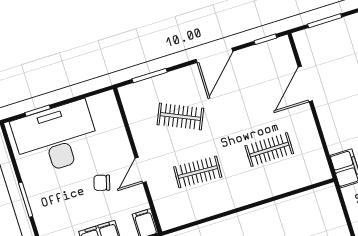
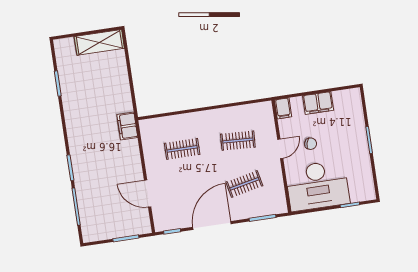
door: (214, 55) -> (212, 225), width x1.36
door: (305, 84) -> (148, 194), swing flipped
clothes rail: (180, 116) -> (244, 184), turned -36
desk: (56, 138) -> (317, 186), moved

